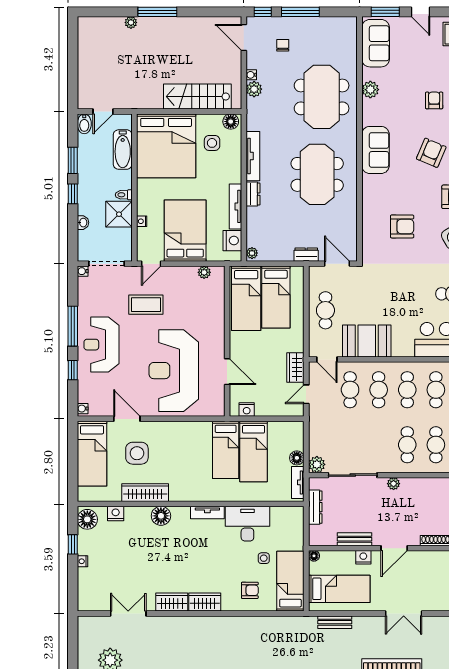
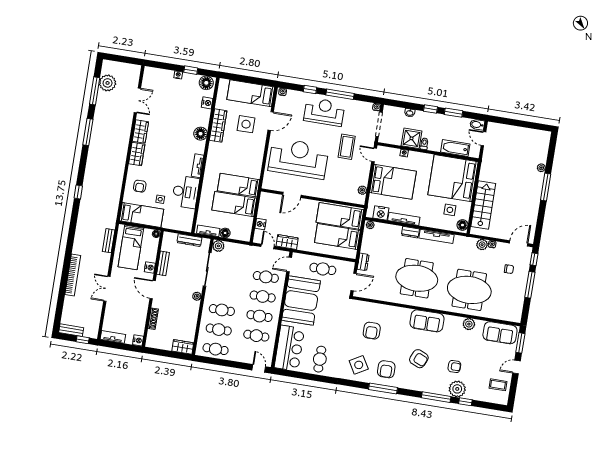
booth: (367, 341) -> (301, 300), width x1.36, depth x1.42
nightstand: (247, 410) -> (260, 224), moved

